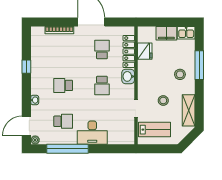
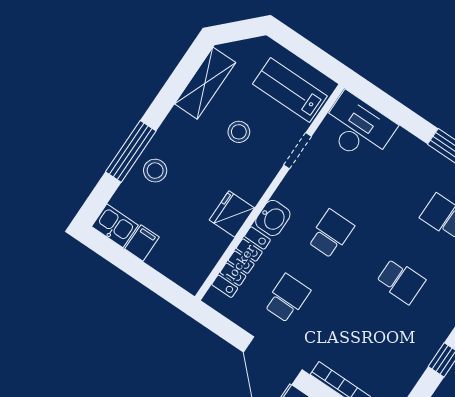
filing cabinet: (166, 33) -> (142, 243), width x0.50
school desk: (102, 50) -> (287, 298), turned 180
fridge: (145, 51) -> (232, 214), moved
stool: (180, 74) -> (155, 171), moved
desk: (92, 133) -> (358, 128), moved

